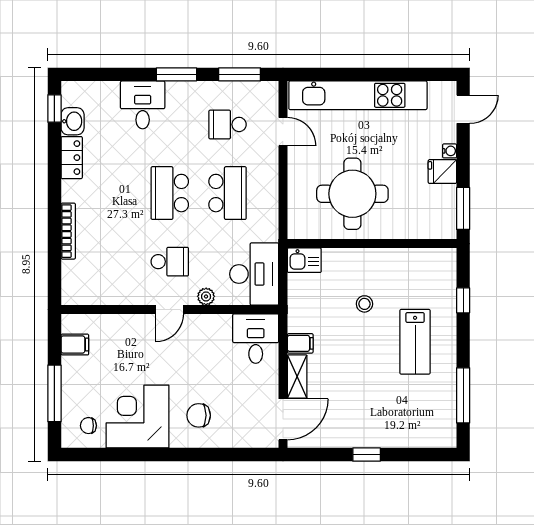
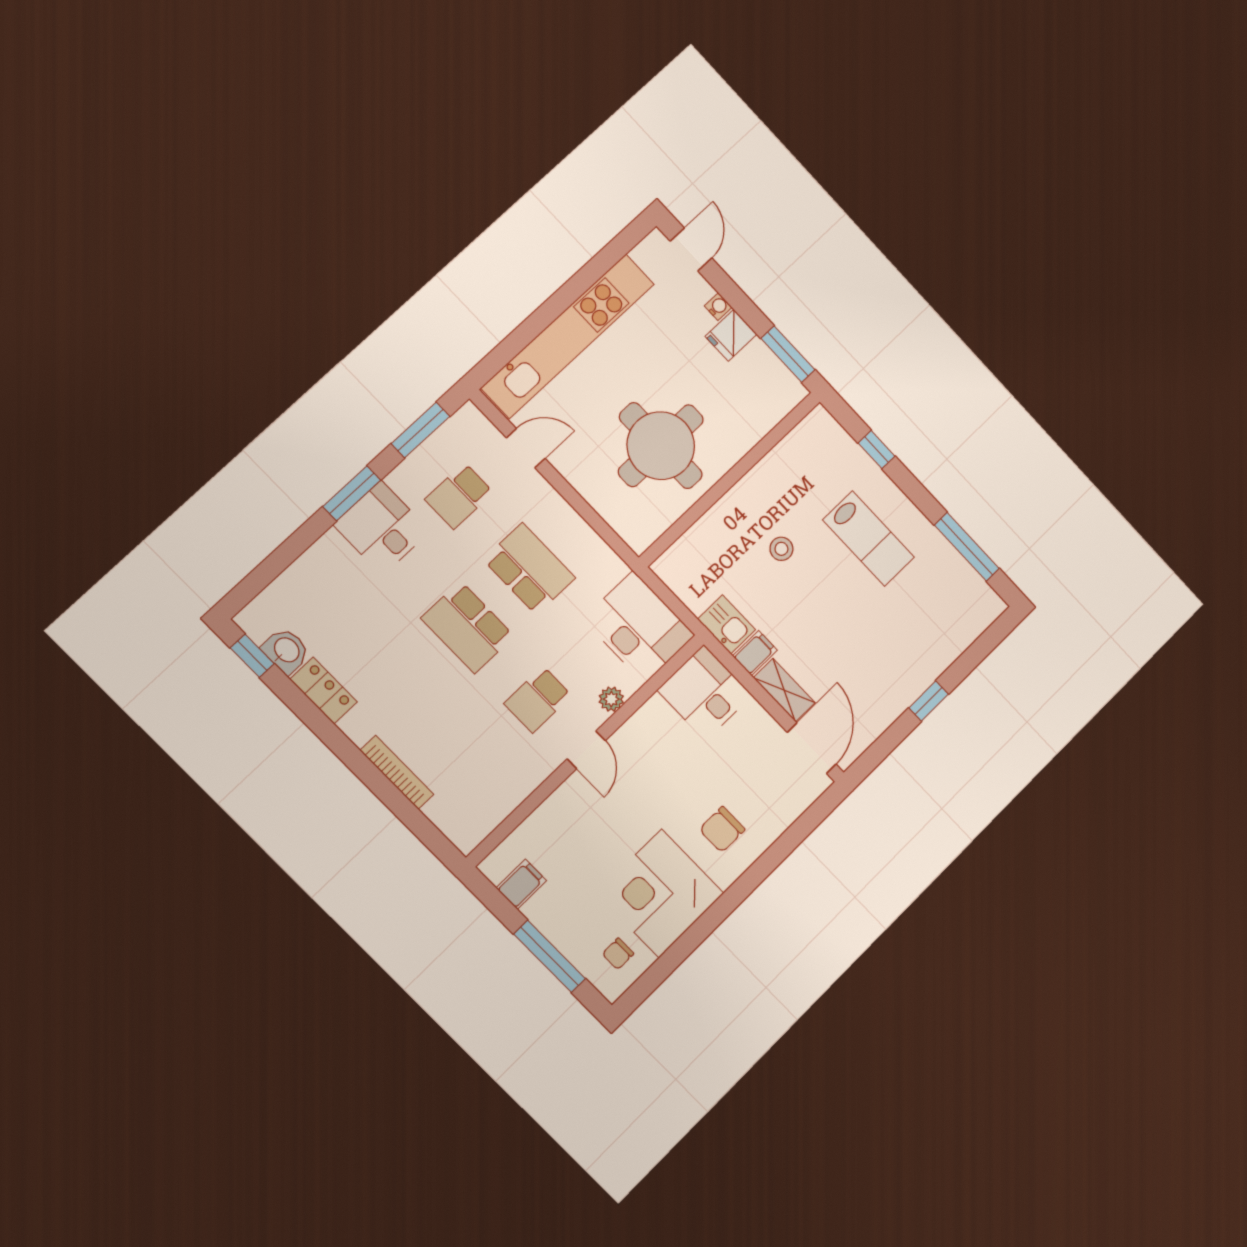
desk: (143, 105) -> (382, 528), moved
kitchen sink: (304, 260) -> (727, 624), moved, turned -90
school desk: (170, 262) -> (538, 700), turned 180

